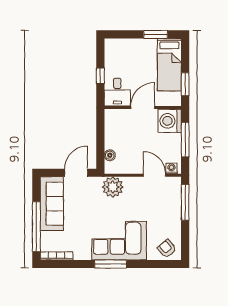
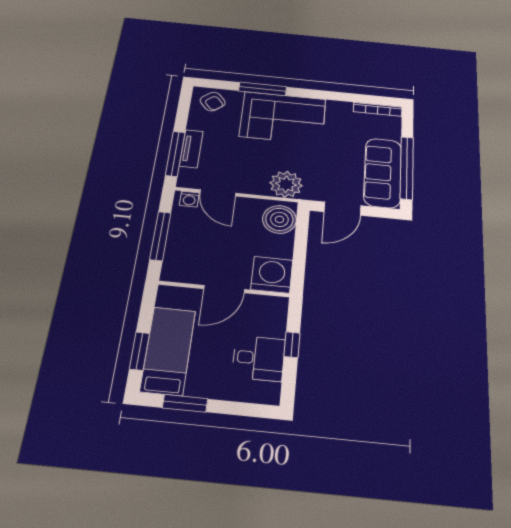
window: (185, 84) -> (140, 351), moved
desk: (117, 92) -> (259, 358), moved, turned 90
washing machine: (170, 121) -> (272, 275), moved, turned -90
boiler: (110, 155) -> (279, 219), width x1.86, depth x1.86
tv unit: (176, 208) -> (191, 149), added
window: (36, 227) -> (407, 168), moved
window: (111, 264) -> (263, 89), moved

